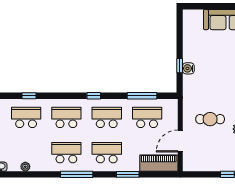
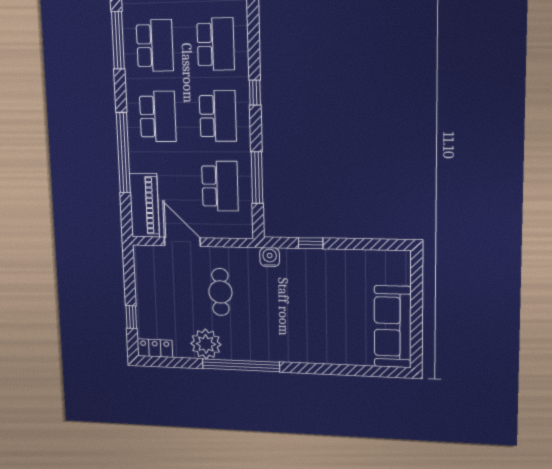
water cooler: (188, 68) -> (270, 257), moved
window: (77, 174) -> (118, 40), moved
window: (128, 174) -> (123, 153), width x2.11

